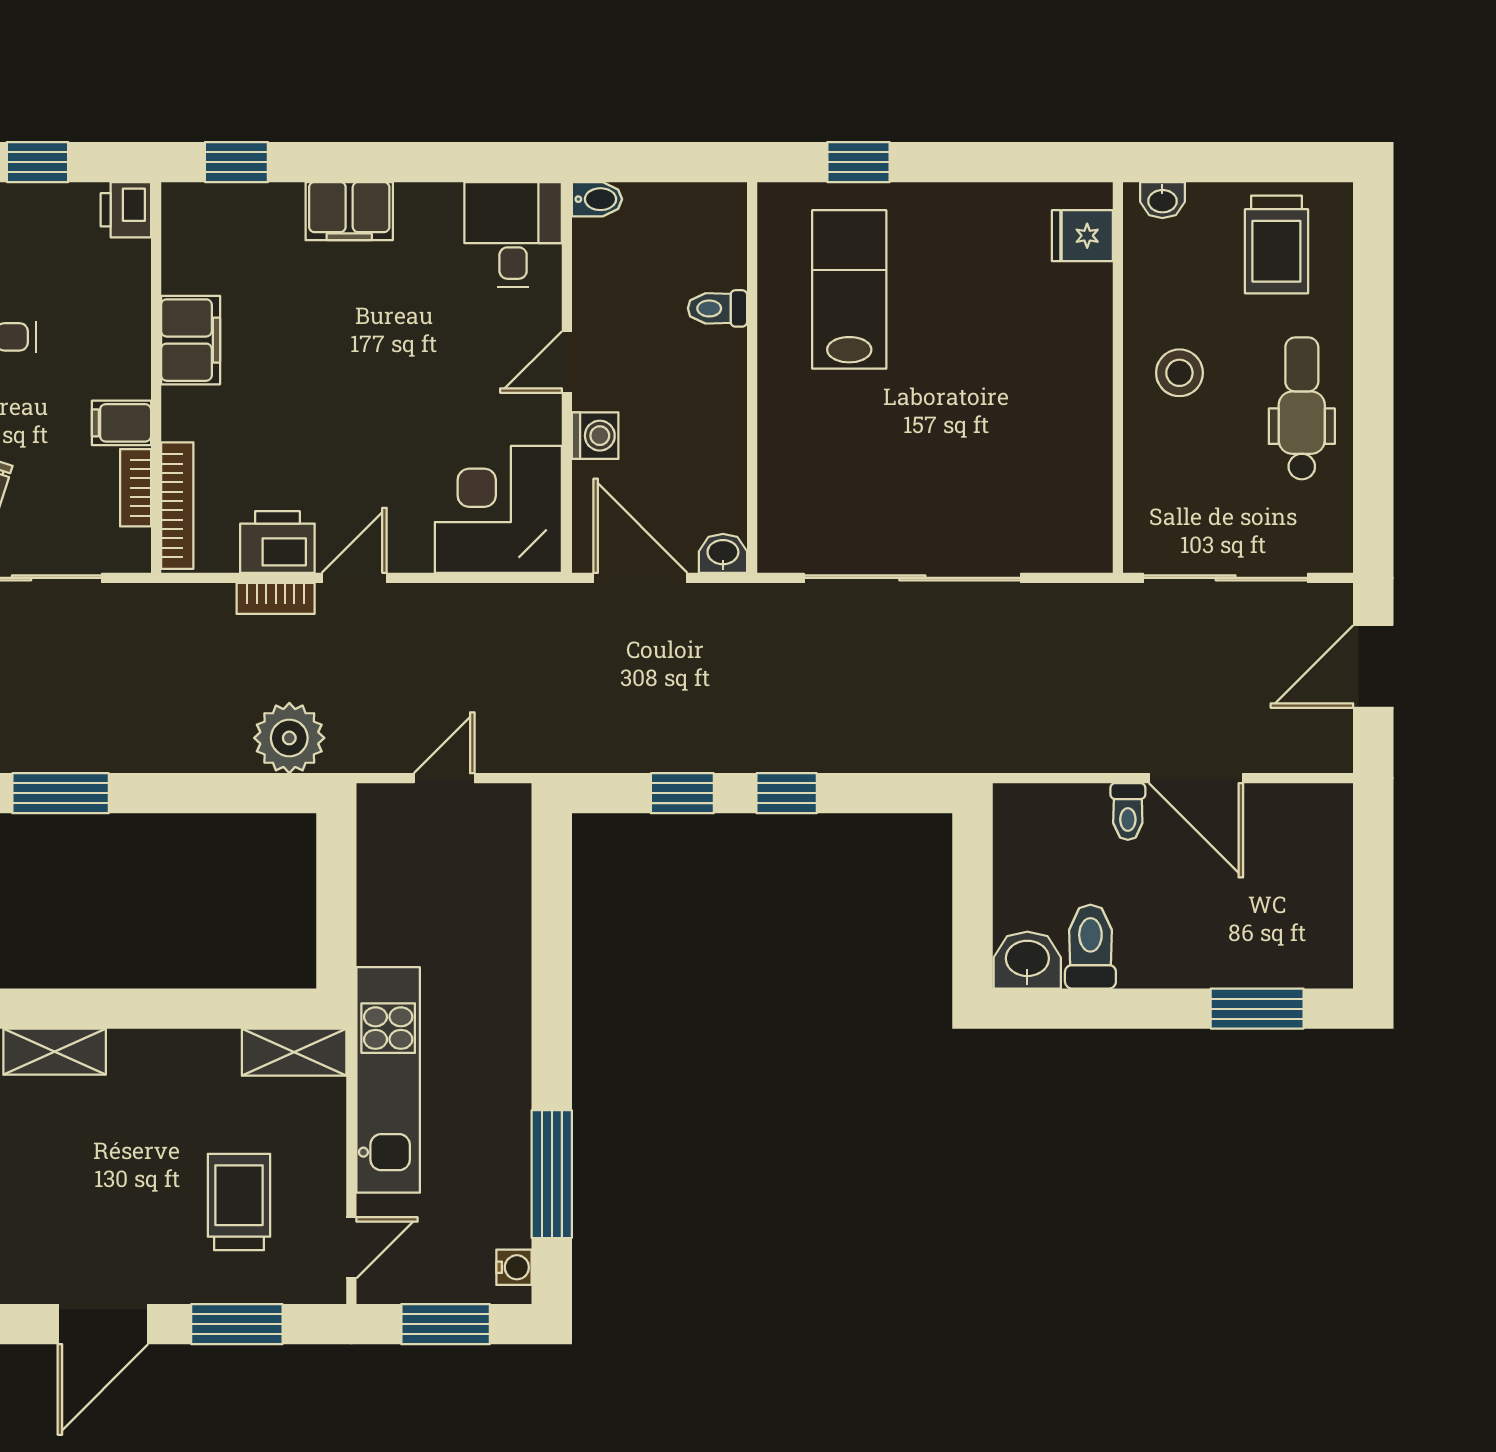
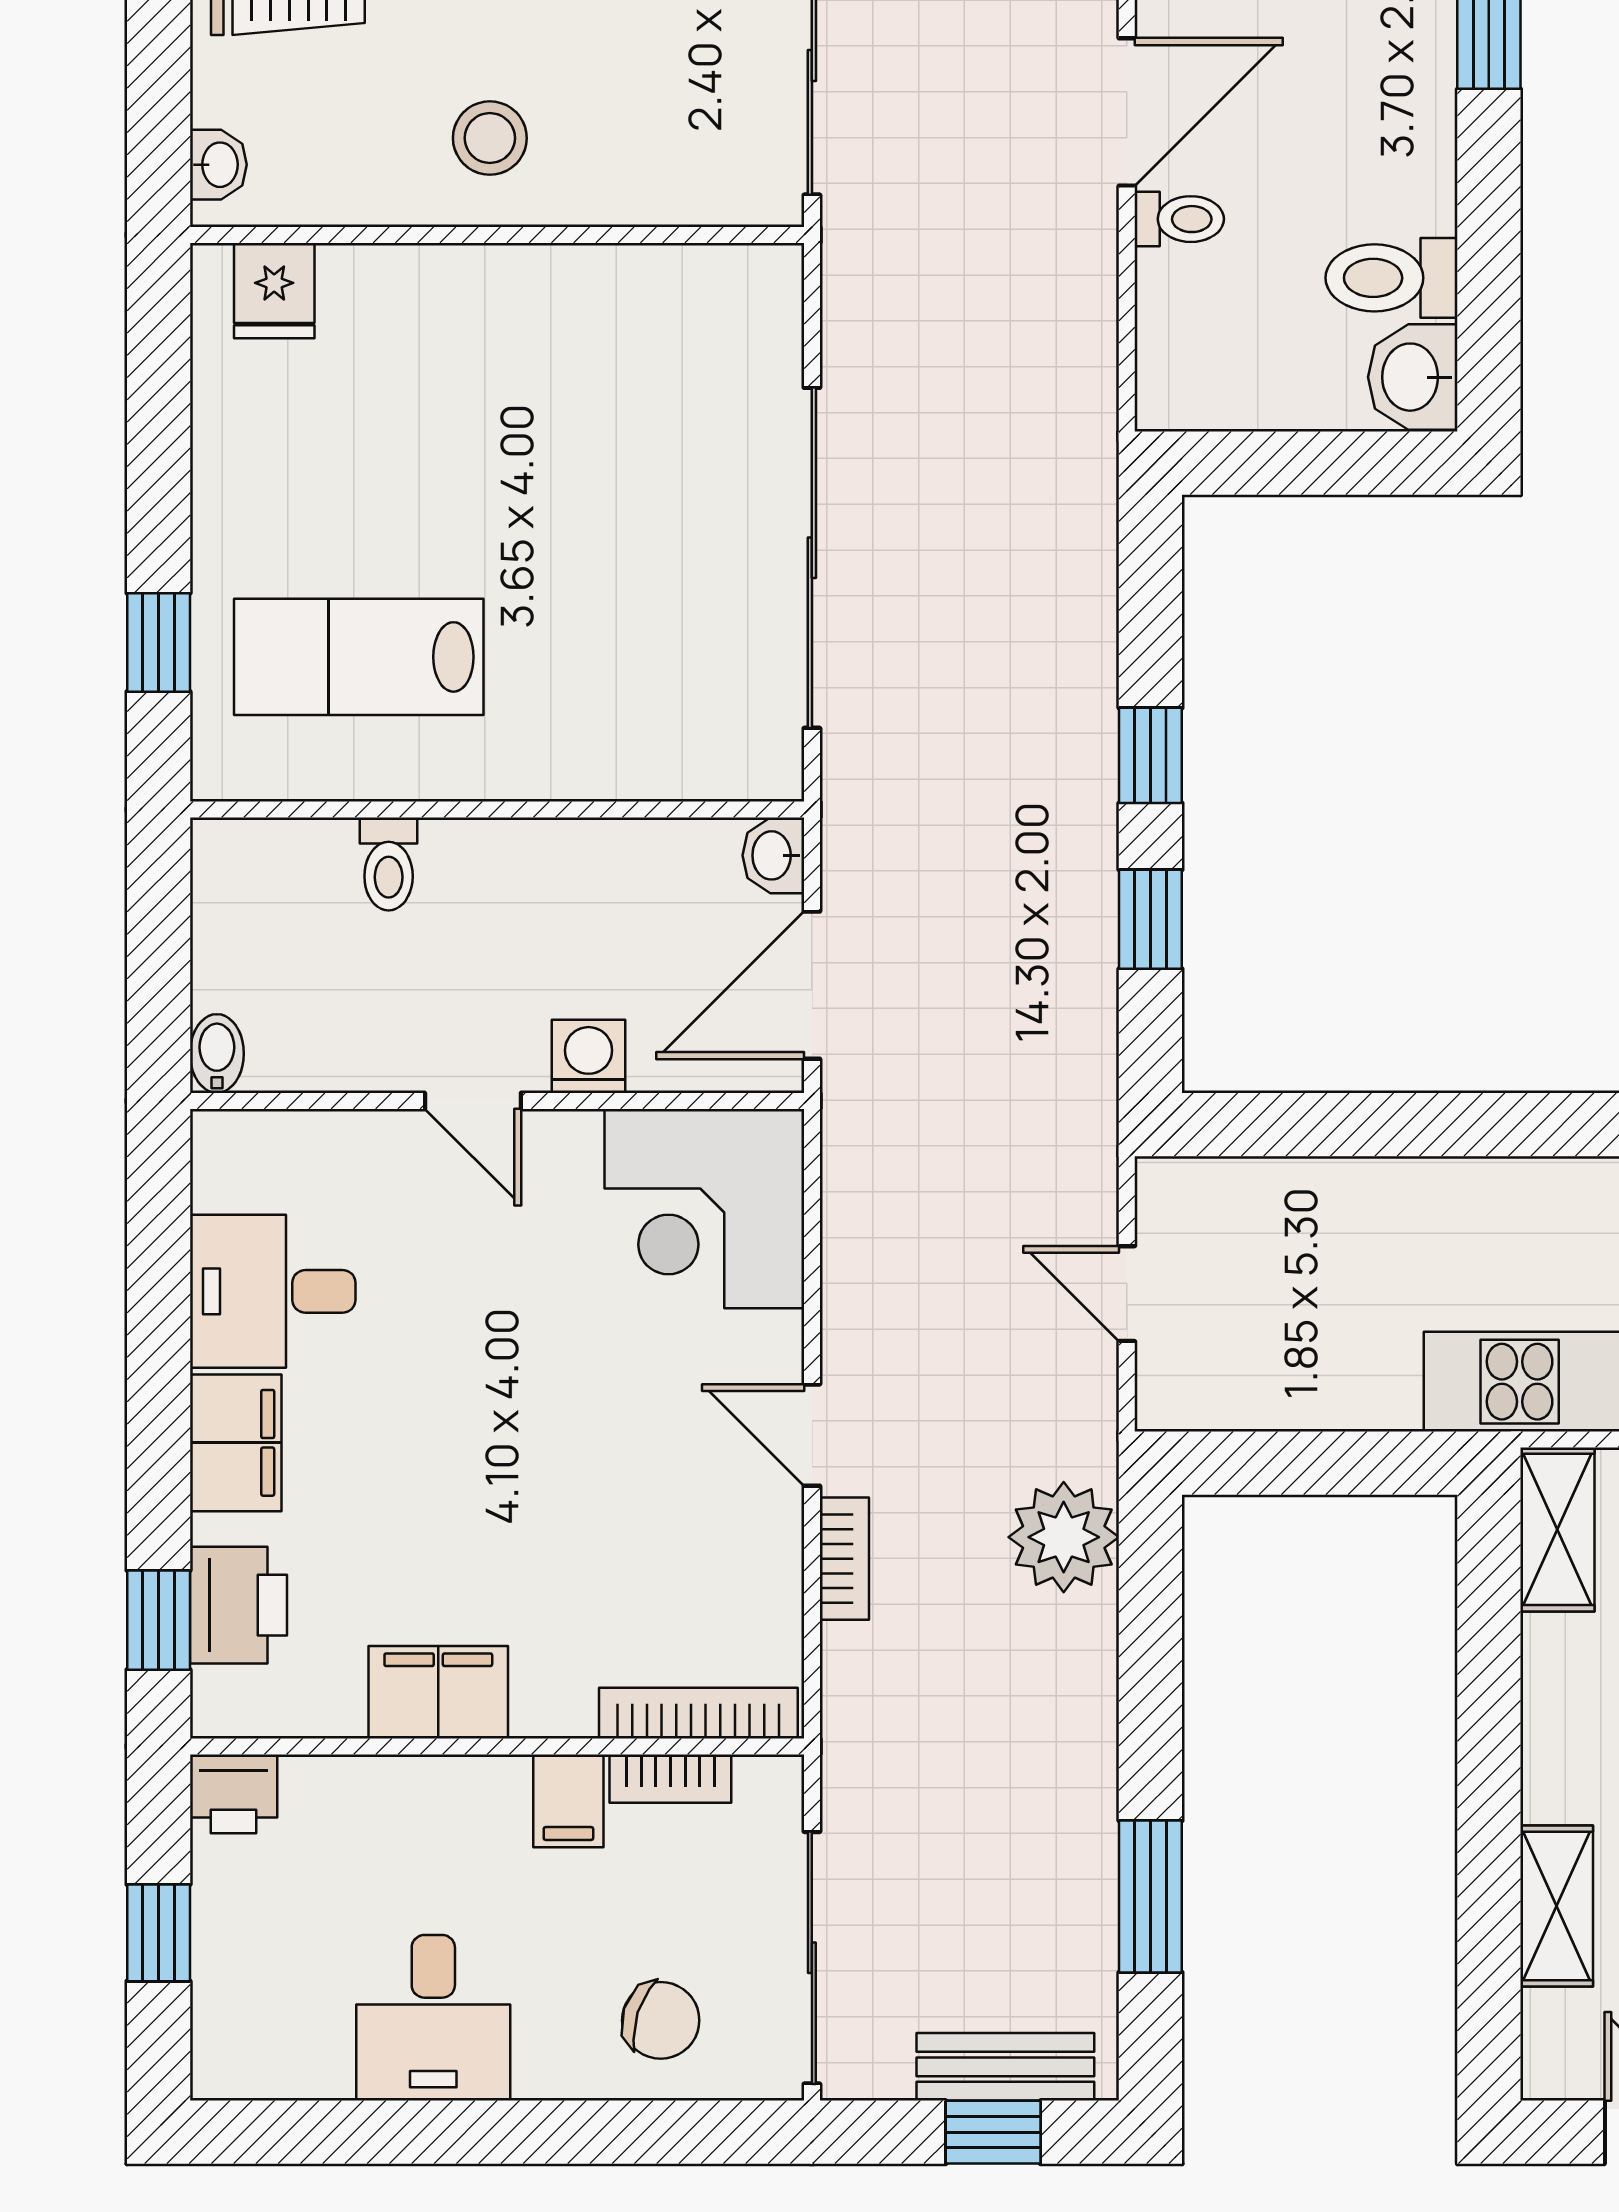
desk: (513, 235) -> (273, 1291), moved
printer: (277, 542) -> (238, 1605), moved, turned 180

